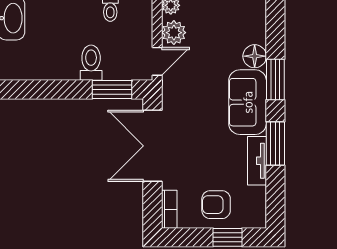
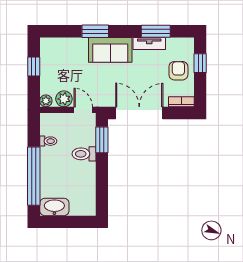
floor lamp: (255, 56) -> (80, 45), removed
window: (275, 143) -> (156, 31), moved
double door: (153, 146) -> (139, 113), swing flipped
armchair: (216, 205) -> (178, 71), turned 180

